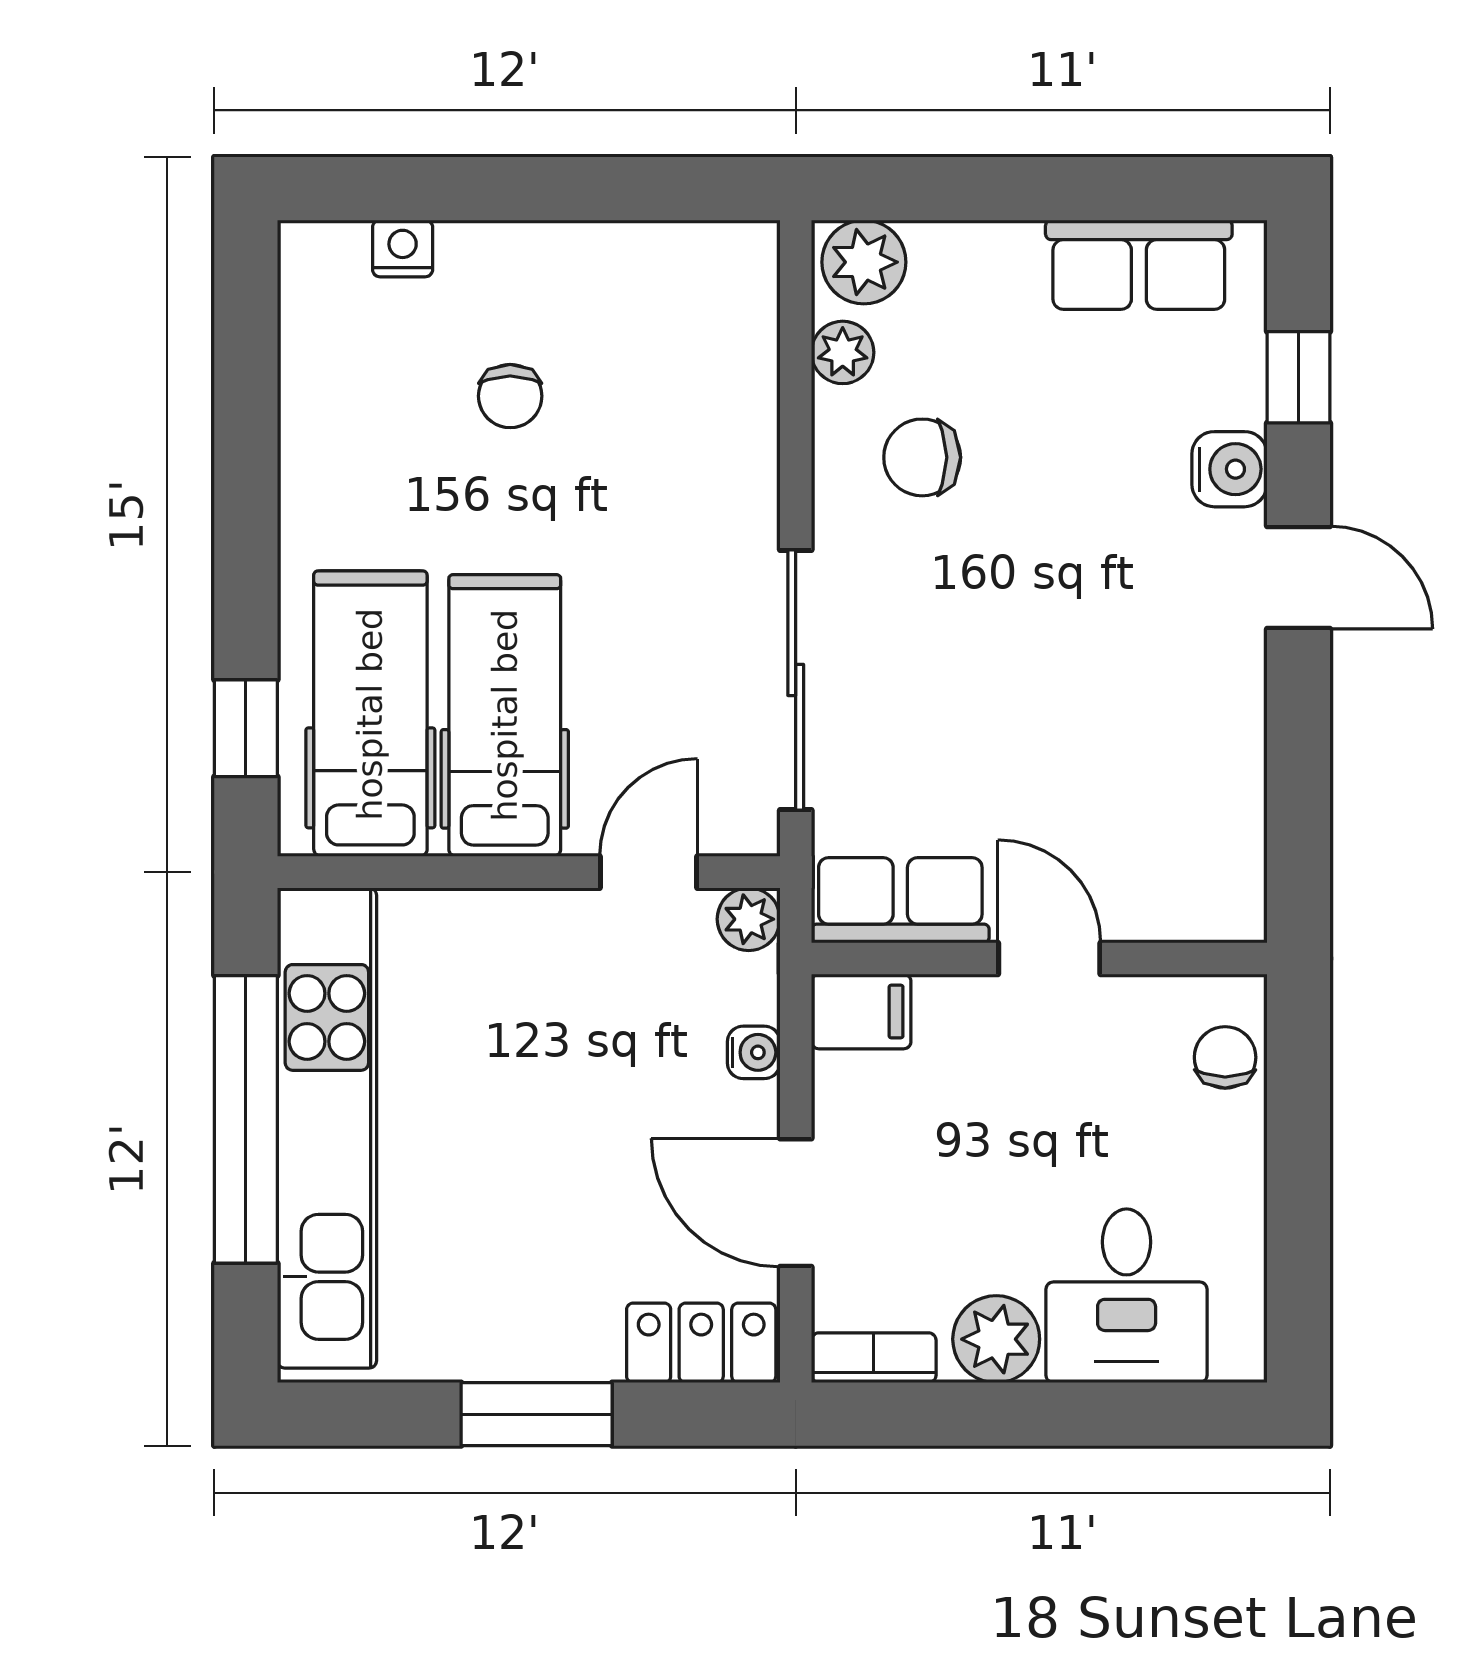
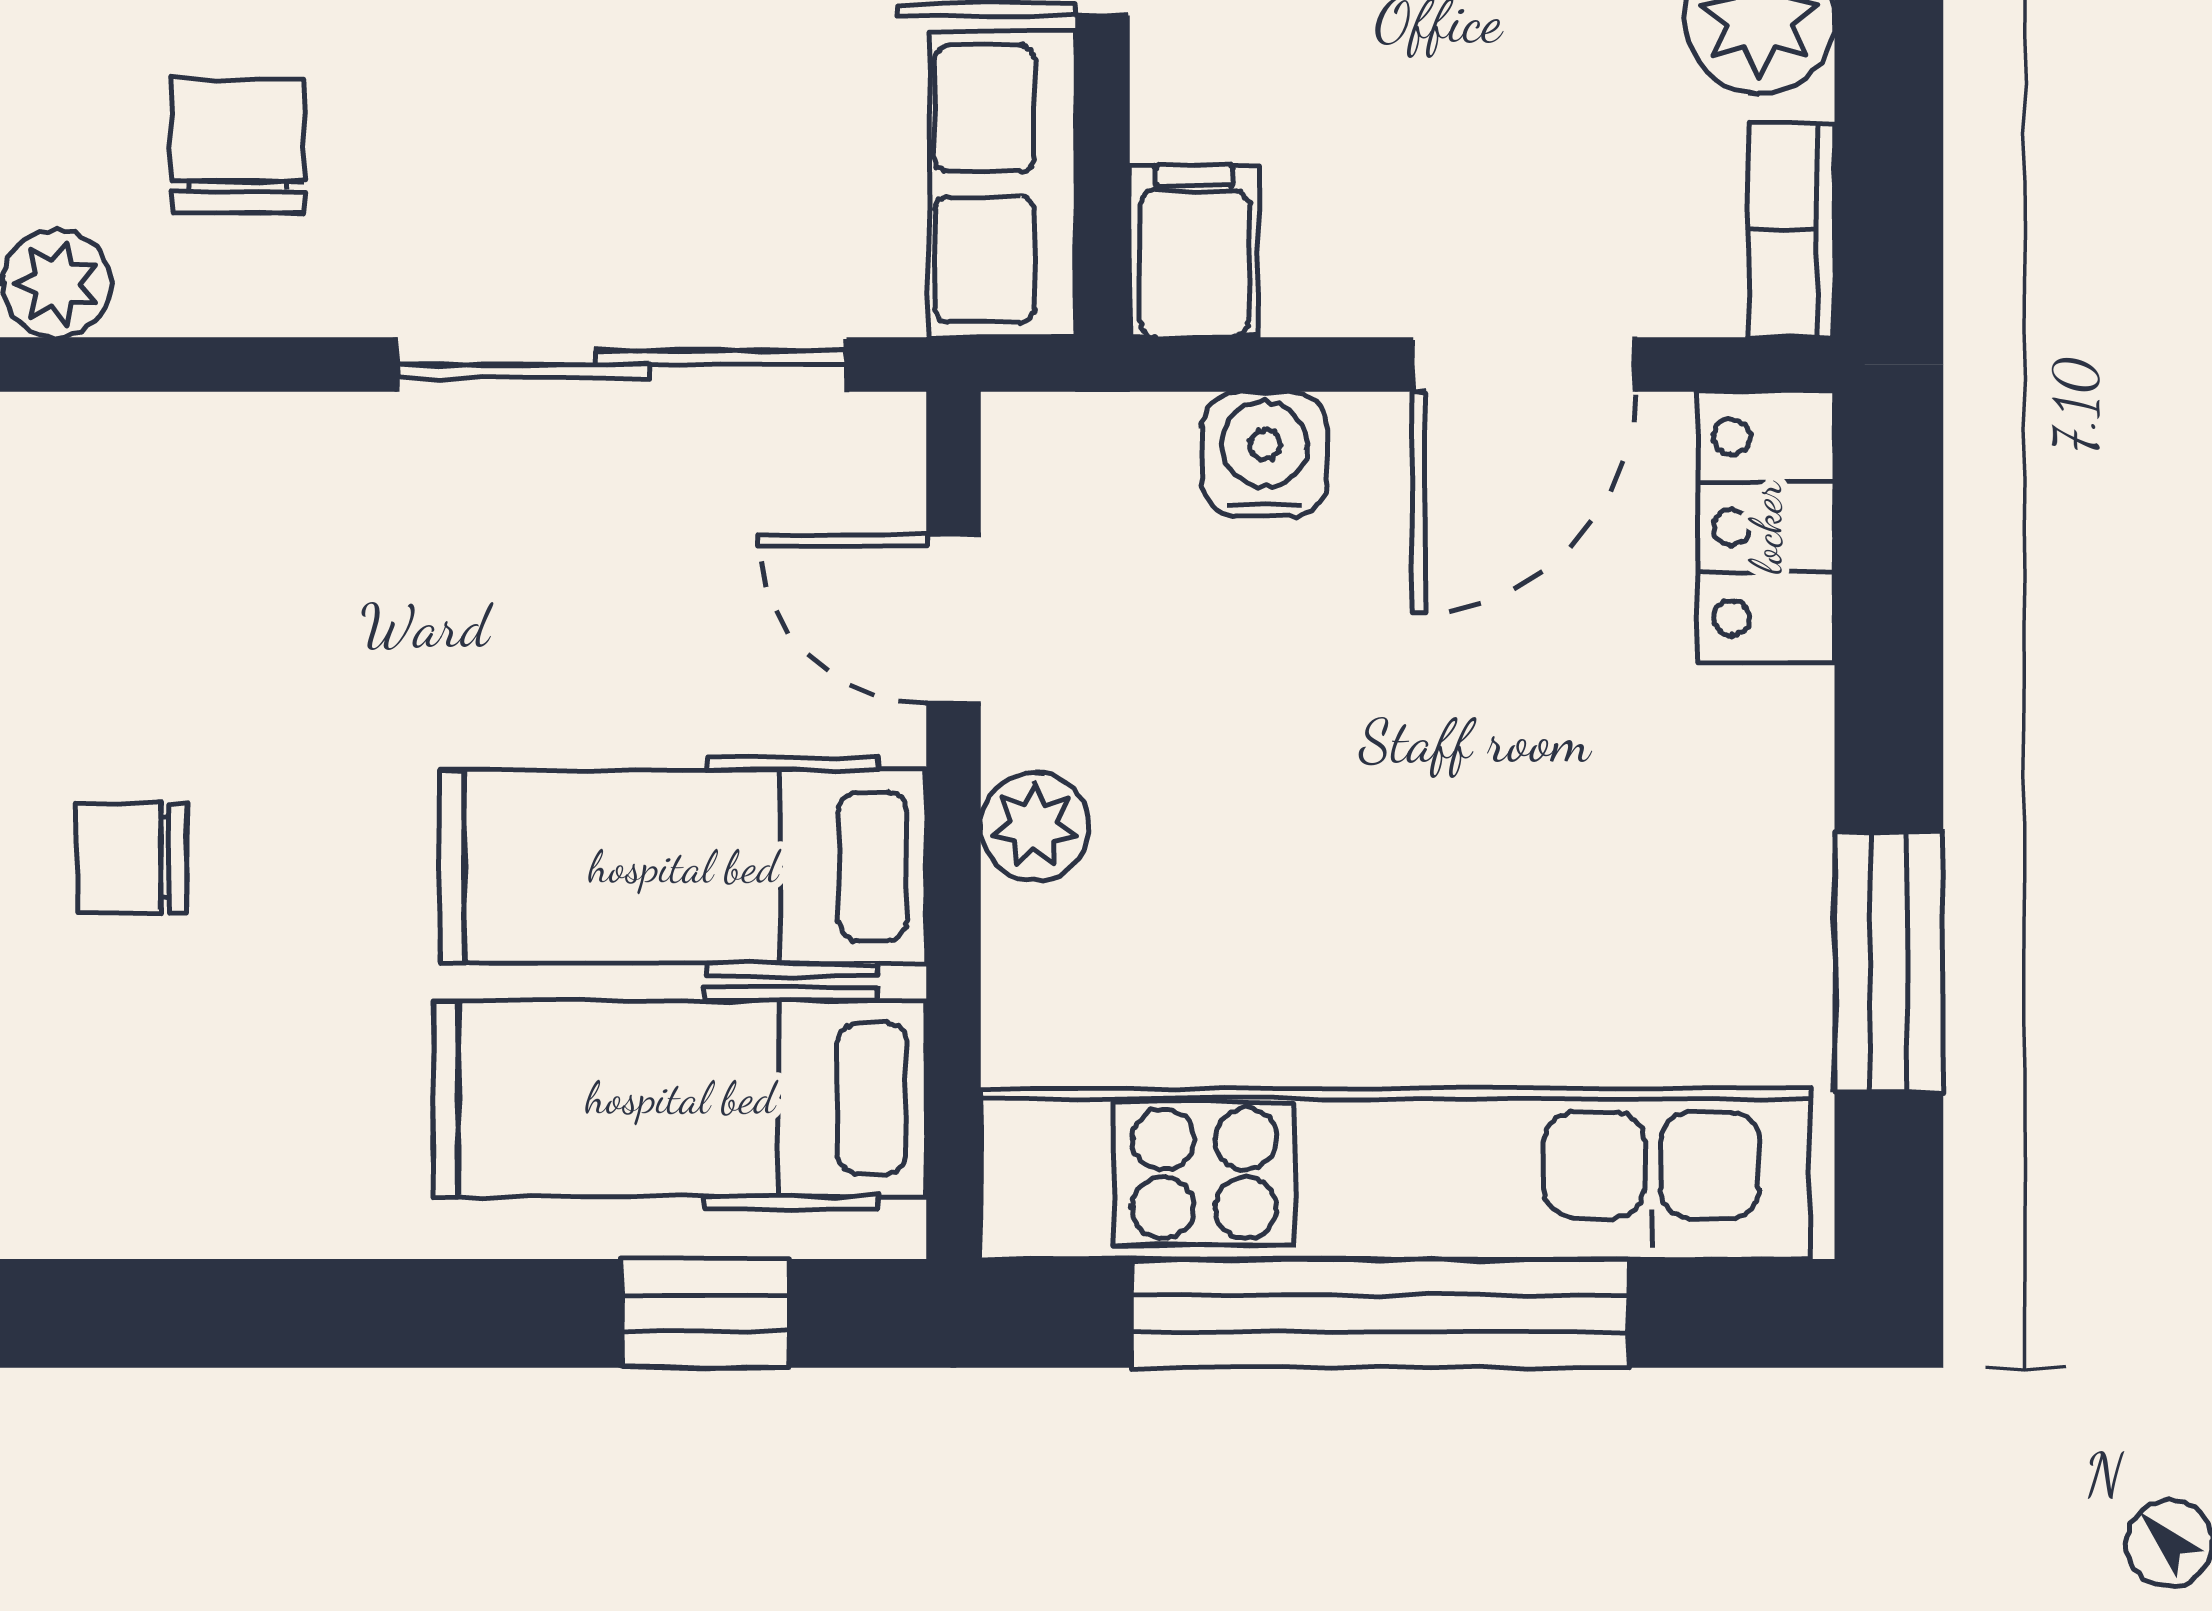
chair: (510, 396) -> (132, 857), turned 180
chair: (922, 457) -> (238, 146), turned 180
plant: (749, 919) -> (1035, 826), moved
water cooler: (754, 1052) -> (1265, 454), width x1.38, depth x1.38
window: (537, 1414) -> (1889, 962), moved

